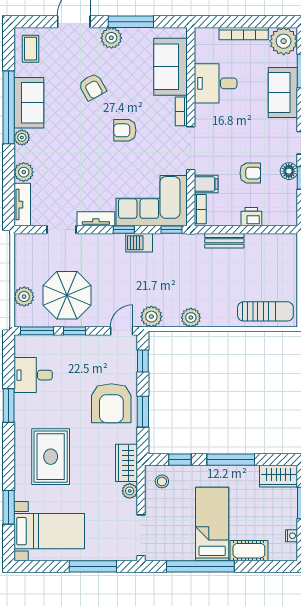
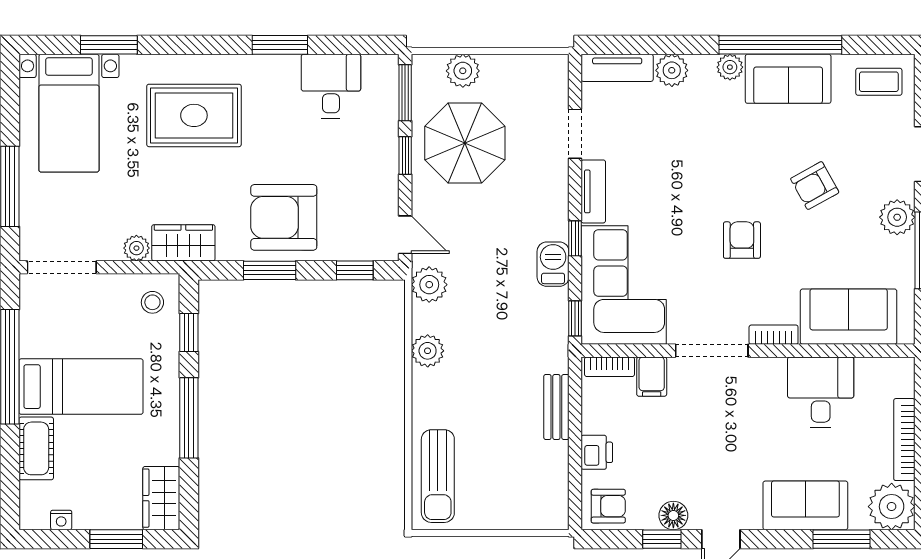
armchair: (250, 173) -> (608, 506), moved, turned -90

